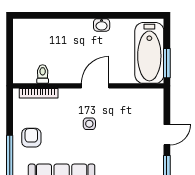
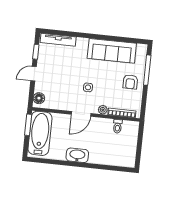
washbasin: (102, 25) -> (77, 155), width x1.91, depth x1.45
plant: (66, 95) -> (103, 110), added
floor lamp: (156, 102) -> (39, 98), added

